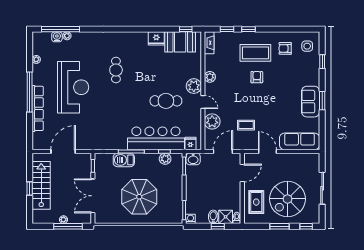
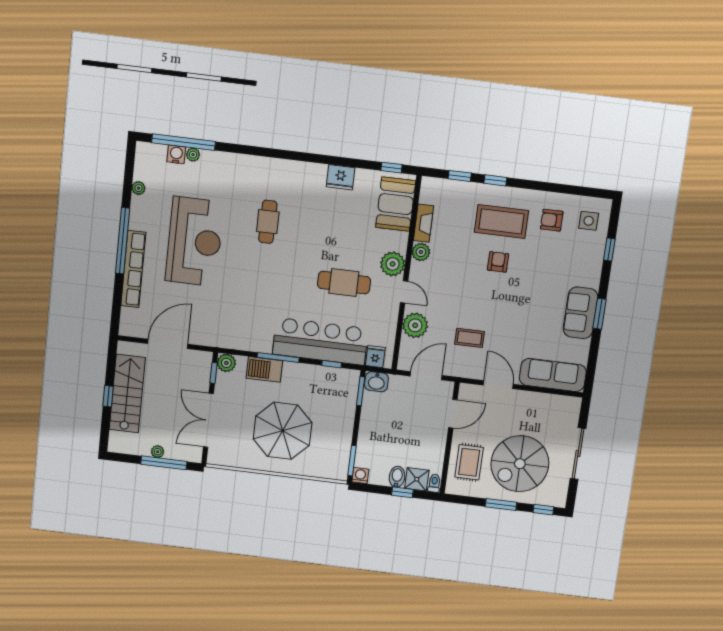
booth: (180, 42) -> (396, 204), moved, turned 90
fireplace: (209, 43) -> (423, 223), moved
plant: (165, 159) -> (226, 363), moved

